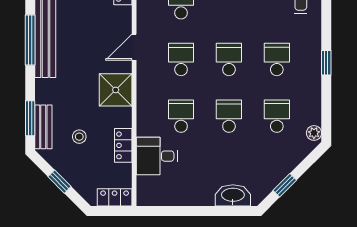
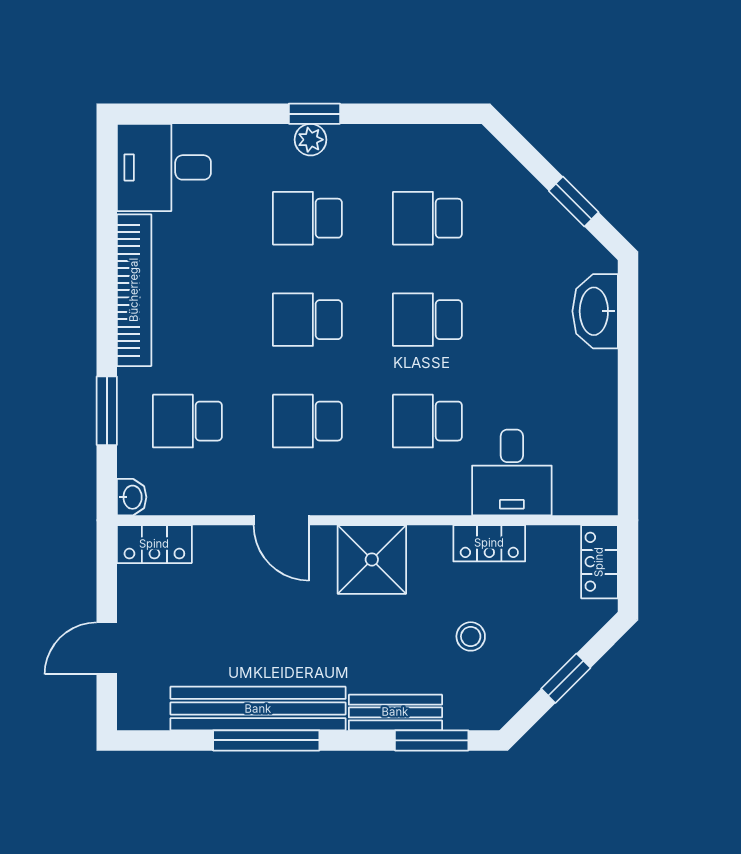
bench: (43, 127) -> (395, 712), moved
plant: (314, 133) -> (311, 140), moved

